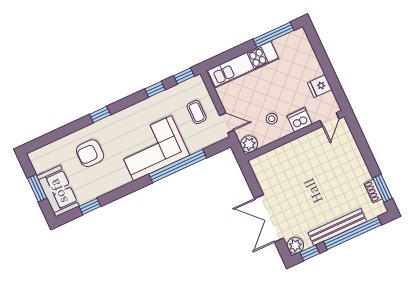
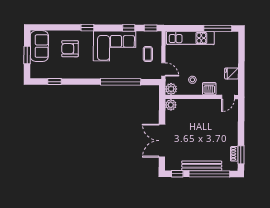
corner sofa: (153, 148) -> (115, 46), moved, turned 180
sofa: (58, 191) -> (39, 46), moved
plant: (295, 245) -> (171, 105), moved

